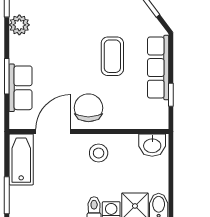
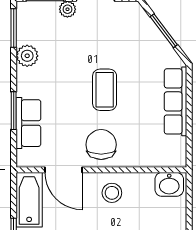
coffee table: (112, 56) -> (105, 90), moved
window: (171, 95) -> (189, 130), removed
door: (53, 132) -> (63, 170), swing flipped

